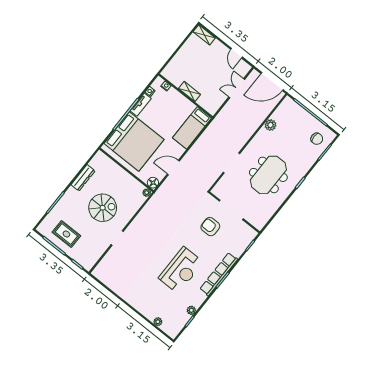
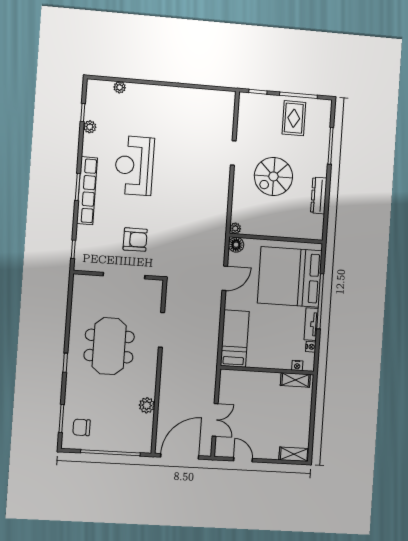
shelving: (190, 91) -> (295, 380), moved
rug: (66, 234) -> (294, 118), turned 90

